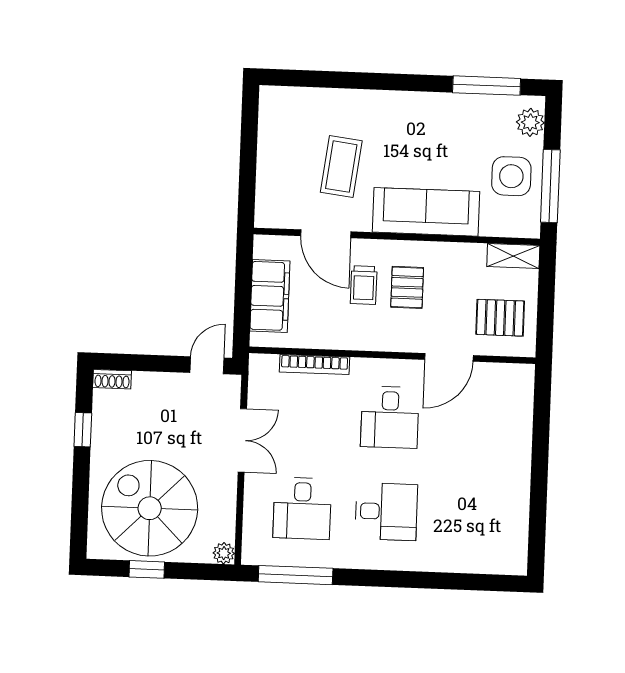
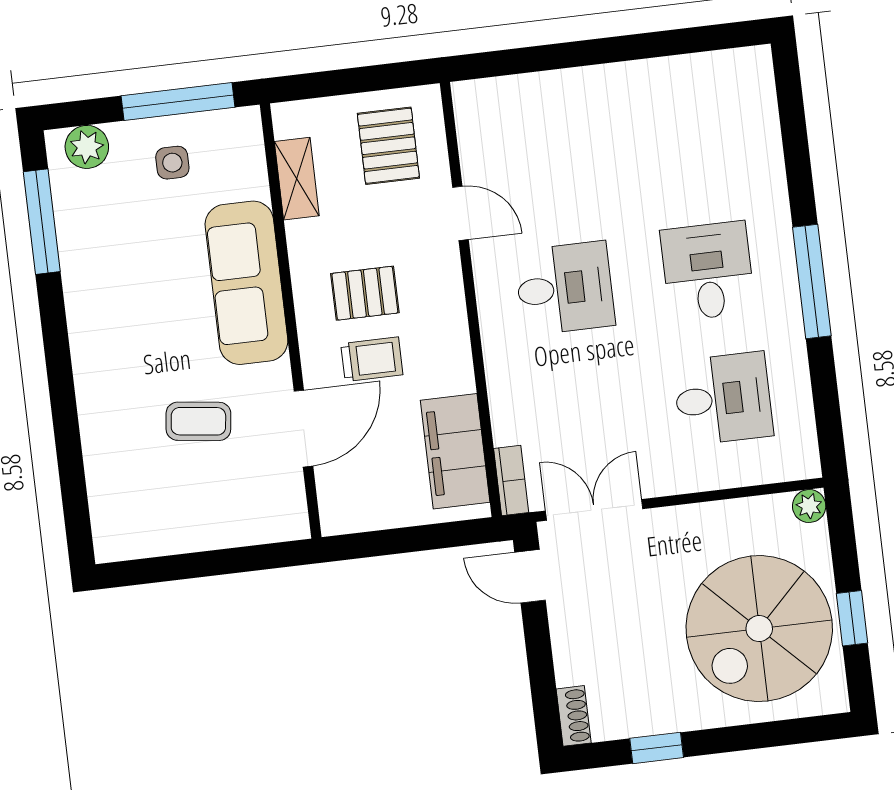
coffee table: (341, 167) -> (198, 421), width x0.73, depth x0.77
side table: (511, 176) -> (172, 163), width x0.54, depth x0.54
shelving: (513, 256) -> (297, 179), moved
filing cabinet: (270, 296) -> (455, 451), moved, turned -90
door: (449, 357) -> (460, 213), width x0.73
bookcase: (314, 365) -> (511, 481), moved, width x0.64
double door: (242, 440) -> (594, 510), moved
window: (296, 575) -> (812, 281), moved

